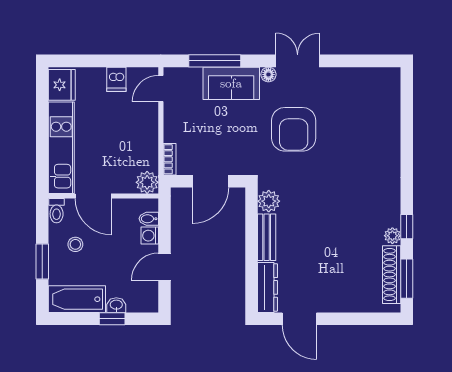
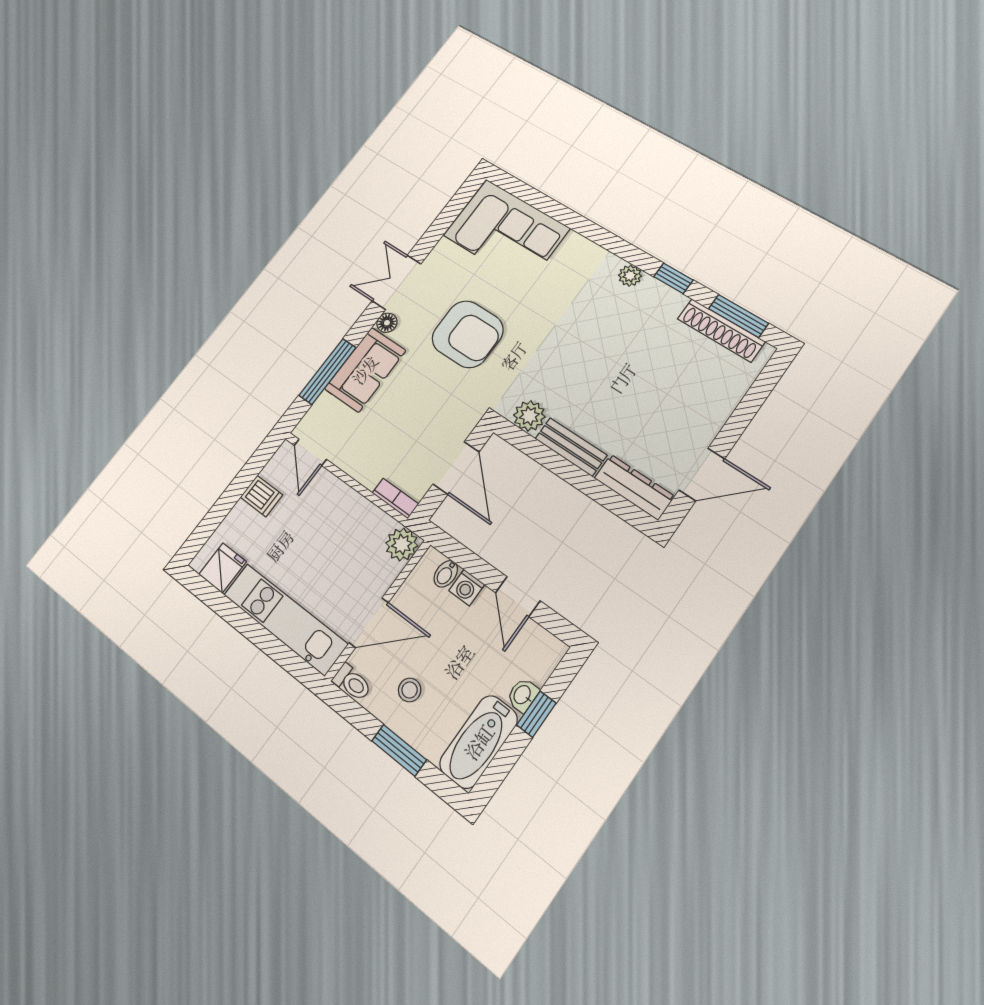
fridge: (62, 85) -> (223, 568), width x0.72
corner sofa: (373, 106) -> (506, 232), added
plant: (392, 236) -> (630, 276), moved

